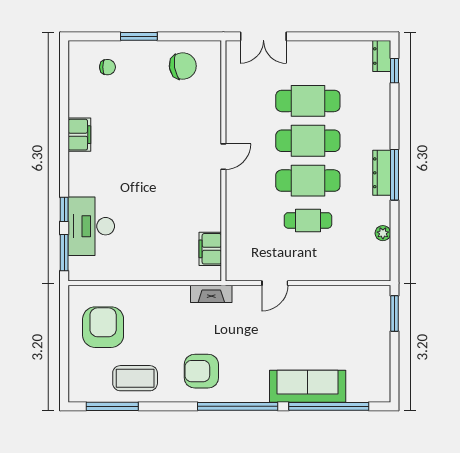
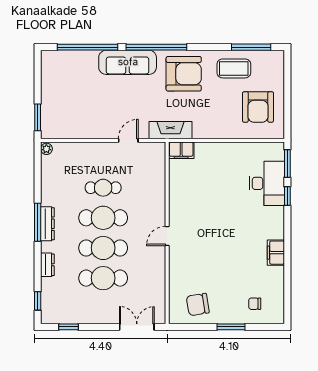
window: (354, 36) -> (69, 327), added
dresser: (382, 56) -> (47, 265), moved
plant: (383, 233) -> (46, 149), moved
filing cabinet: (210, 249) -> (181, 150), moved, turned 90
fireplace: (211, 294) -> (170, 130), width x1.37, depth x1.32
armchair: (201, 371) -> (184, 74), width x1.36, depth x1.36
sofa: (308, 386) -> (128, 62), moved

